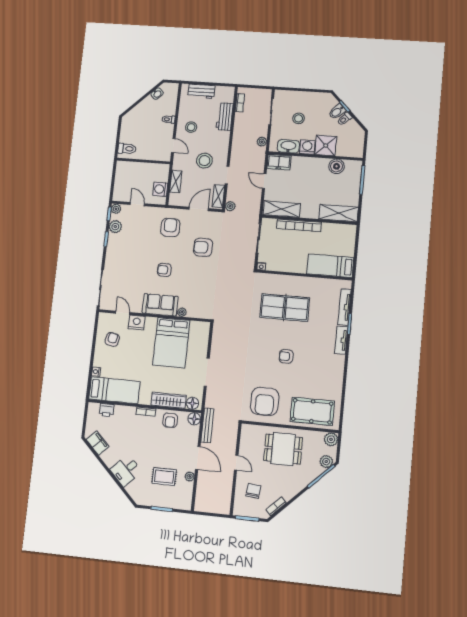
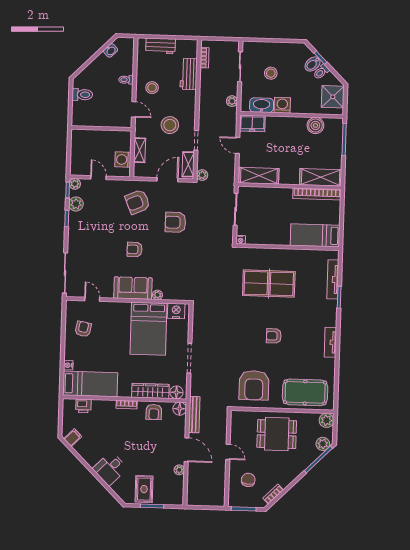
shower: (326, 145) -> (333, 97), moved
toilet: (127, 149) -> (82, 95), moved
bookcase: (299, 225) -> (317, 194), moved
armchair: (170, 227) -> (137, 202), turned -113
nightstand: (137, 322) -> (176, 311), moved
tv unit: (341, 340) -> (330, 342), moved
filing cabinet: (98, 443) -> (73, 438), width x0.50
rug: (164, 477) -> (144, 489), moved, turned 90

